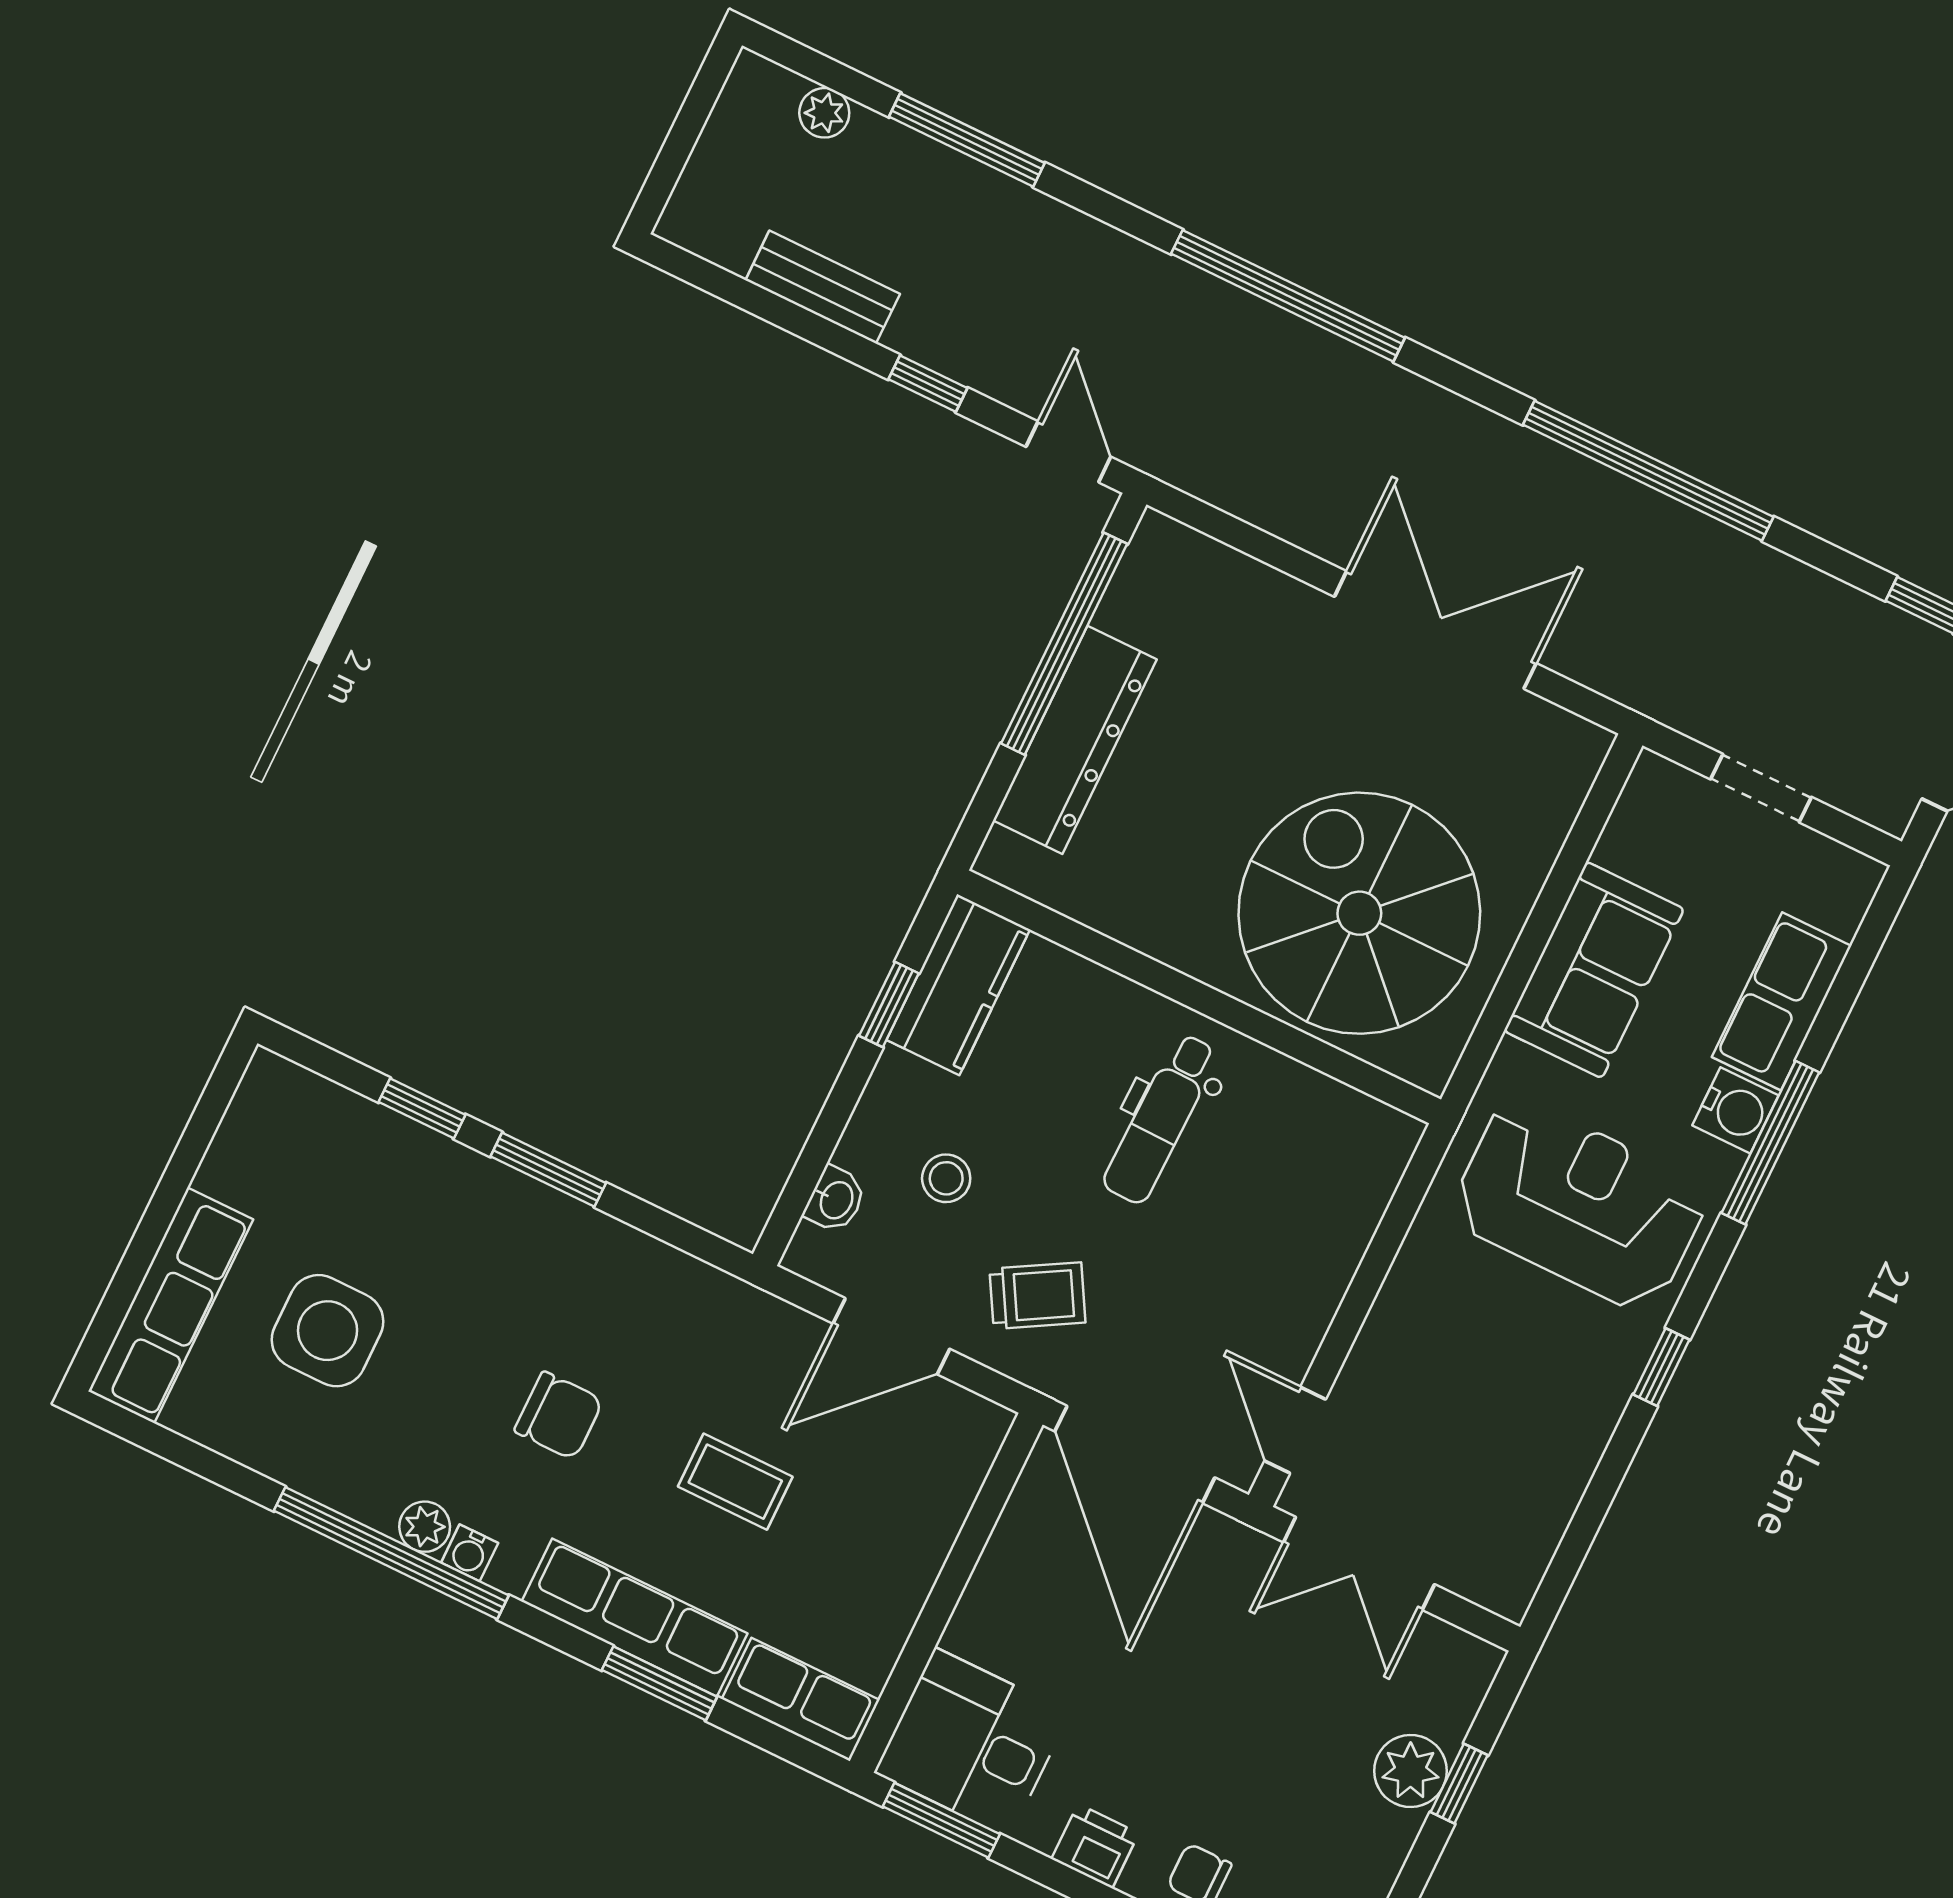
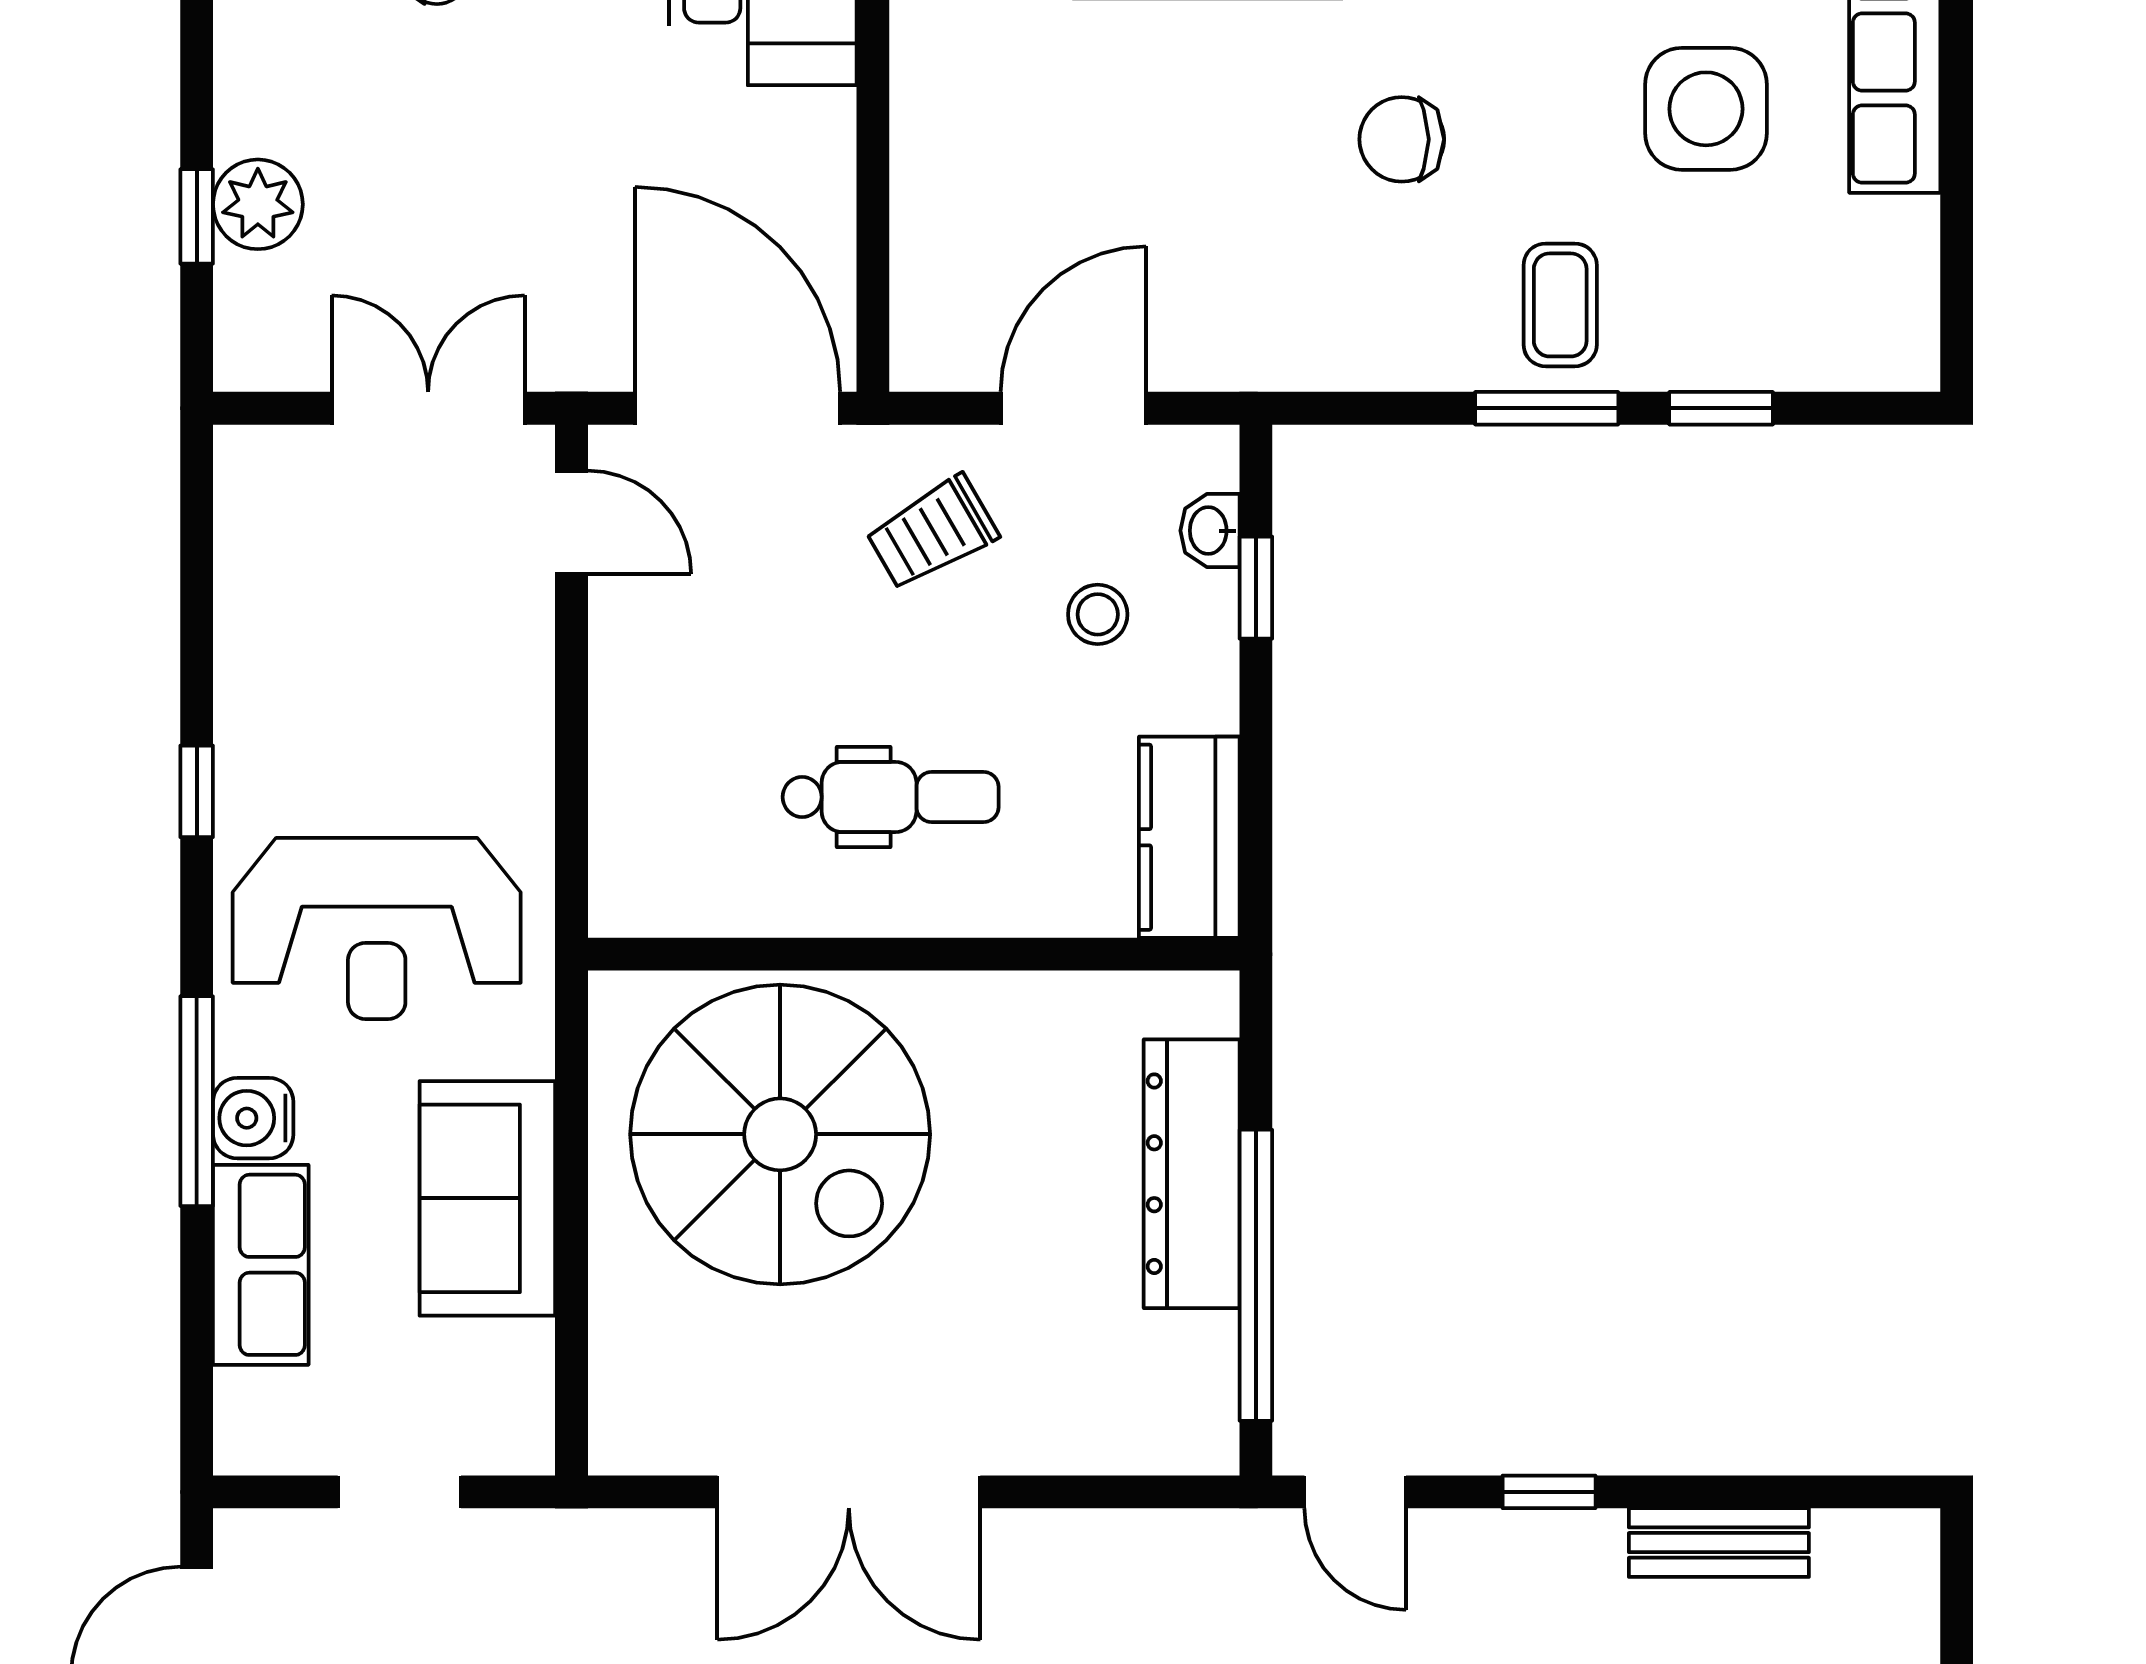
window: (889, 1004) -> (1256, 588), moved
dental chair: (1161, 1119) -> (891, 797), turned 89
coffee table: (735, 1482) -> (1560, 305), moved, turned 90

